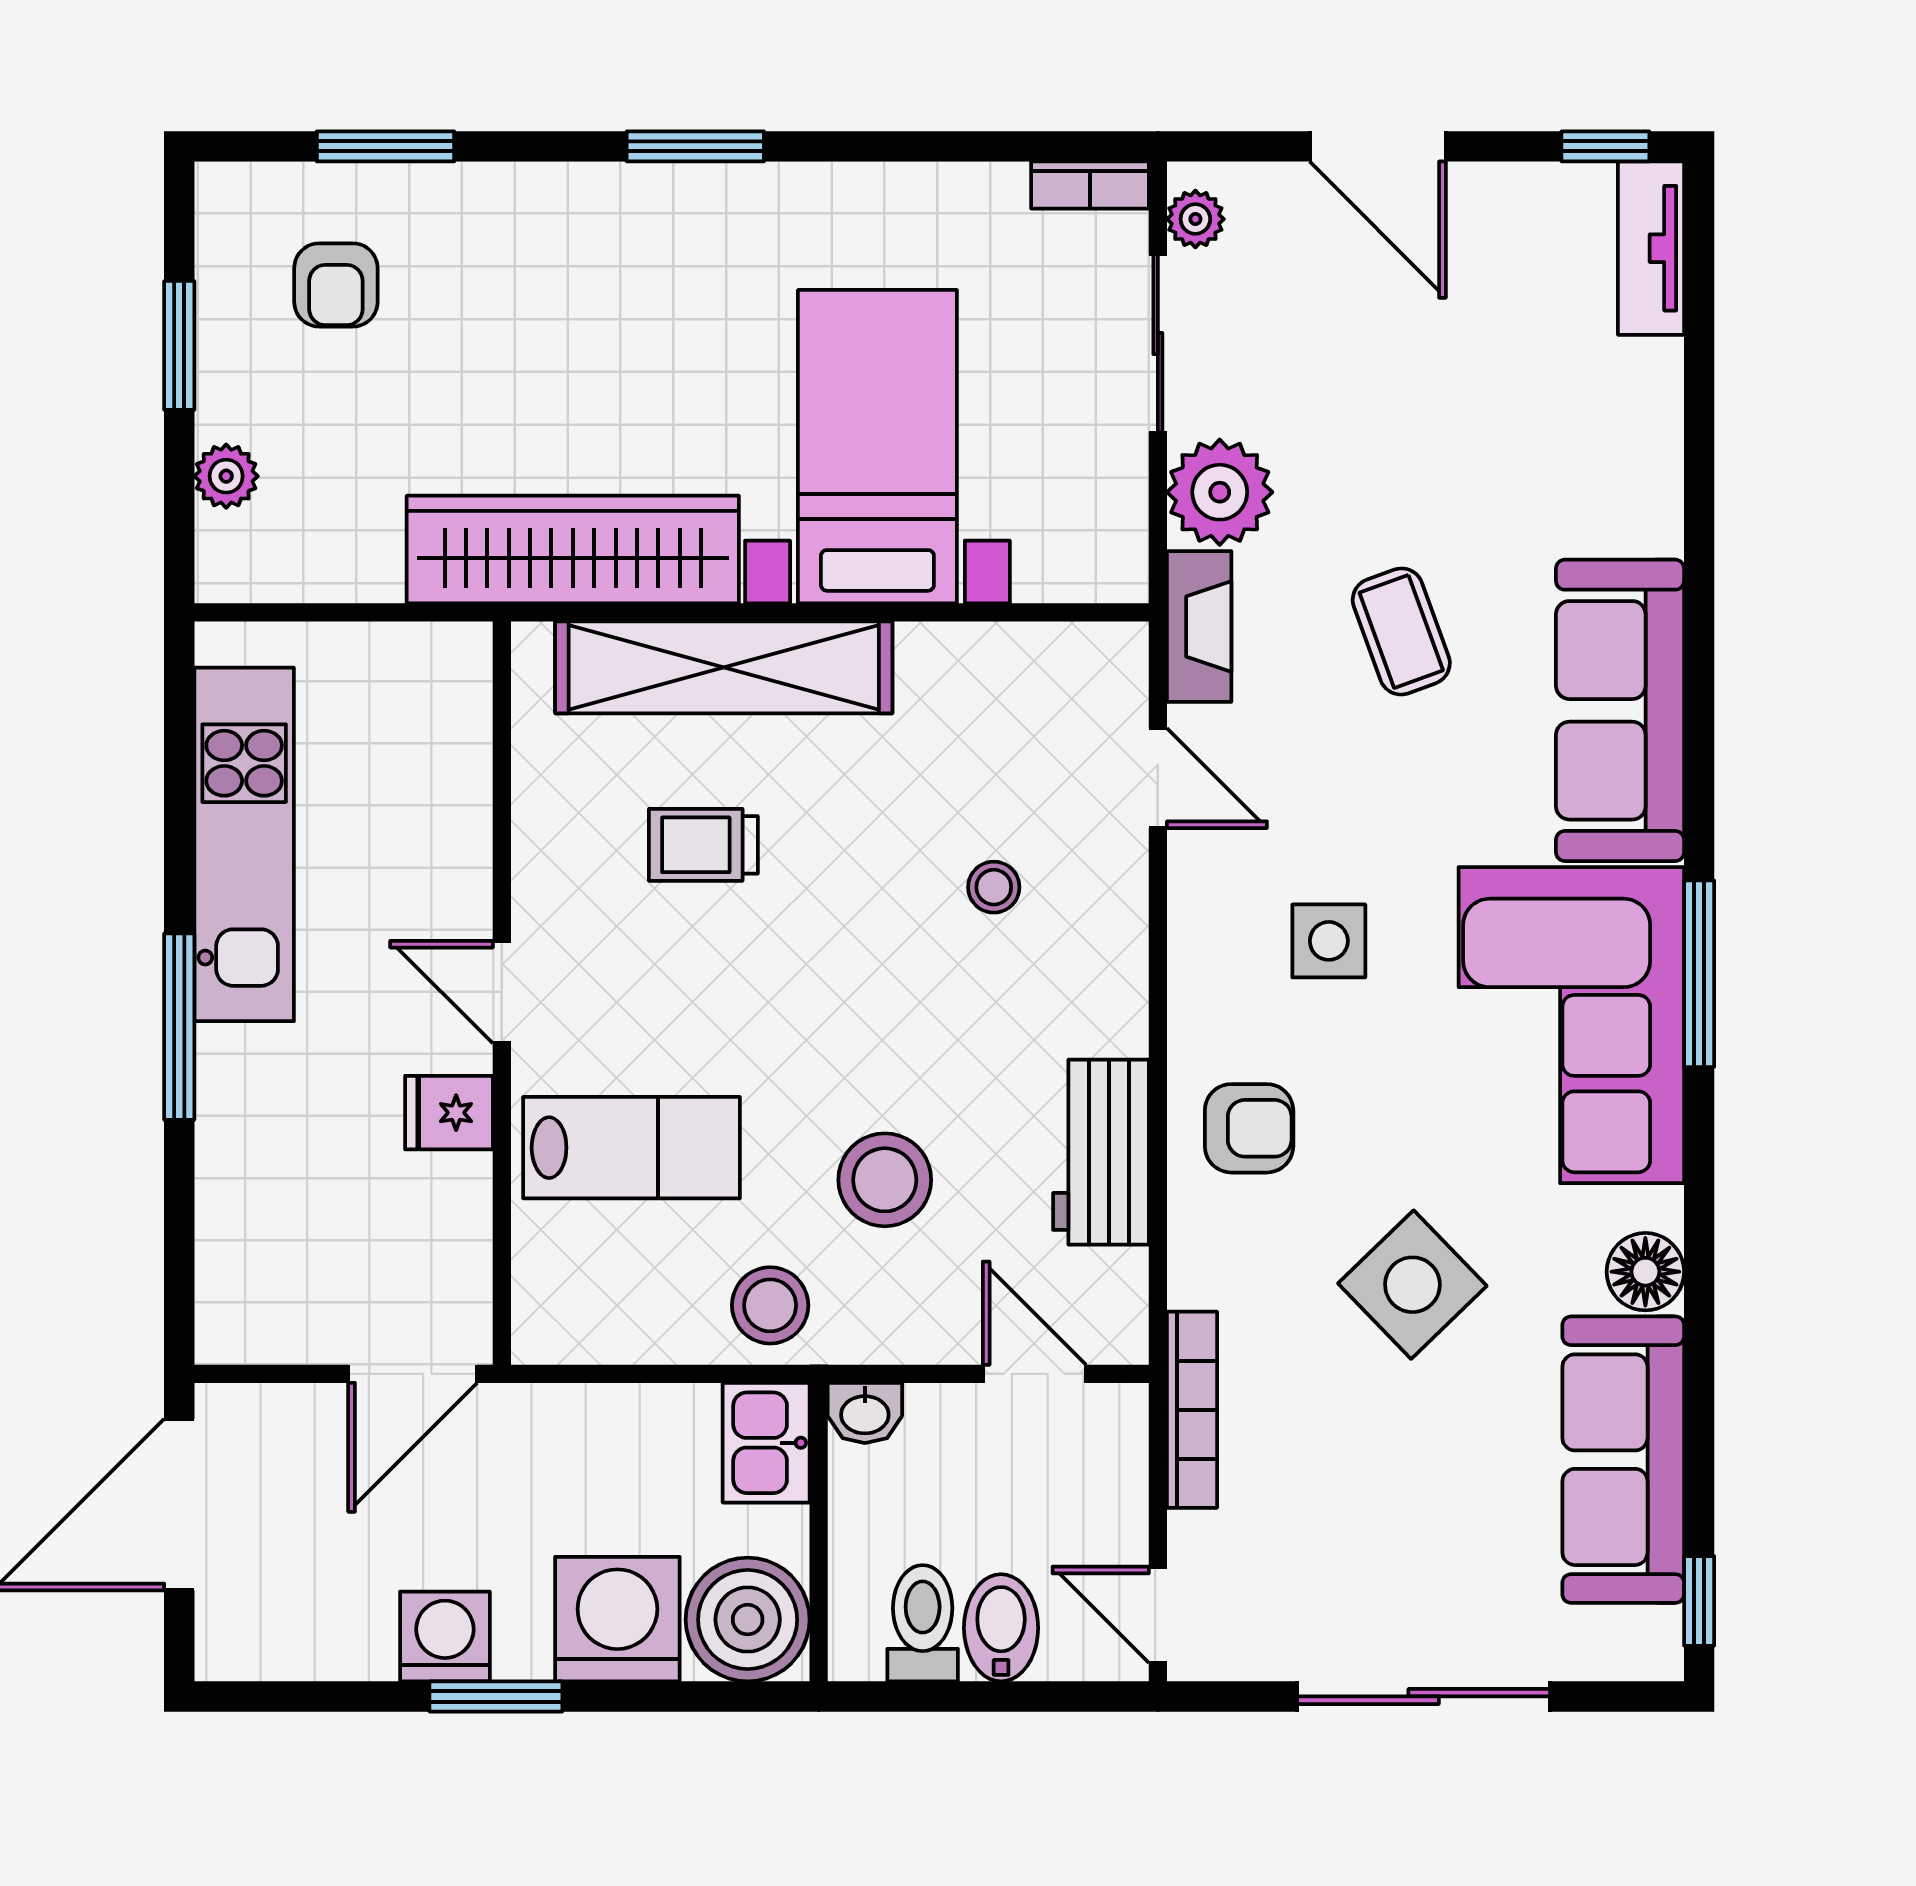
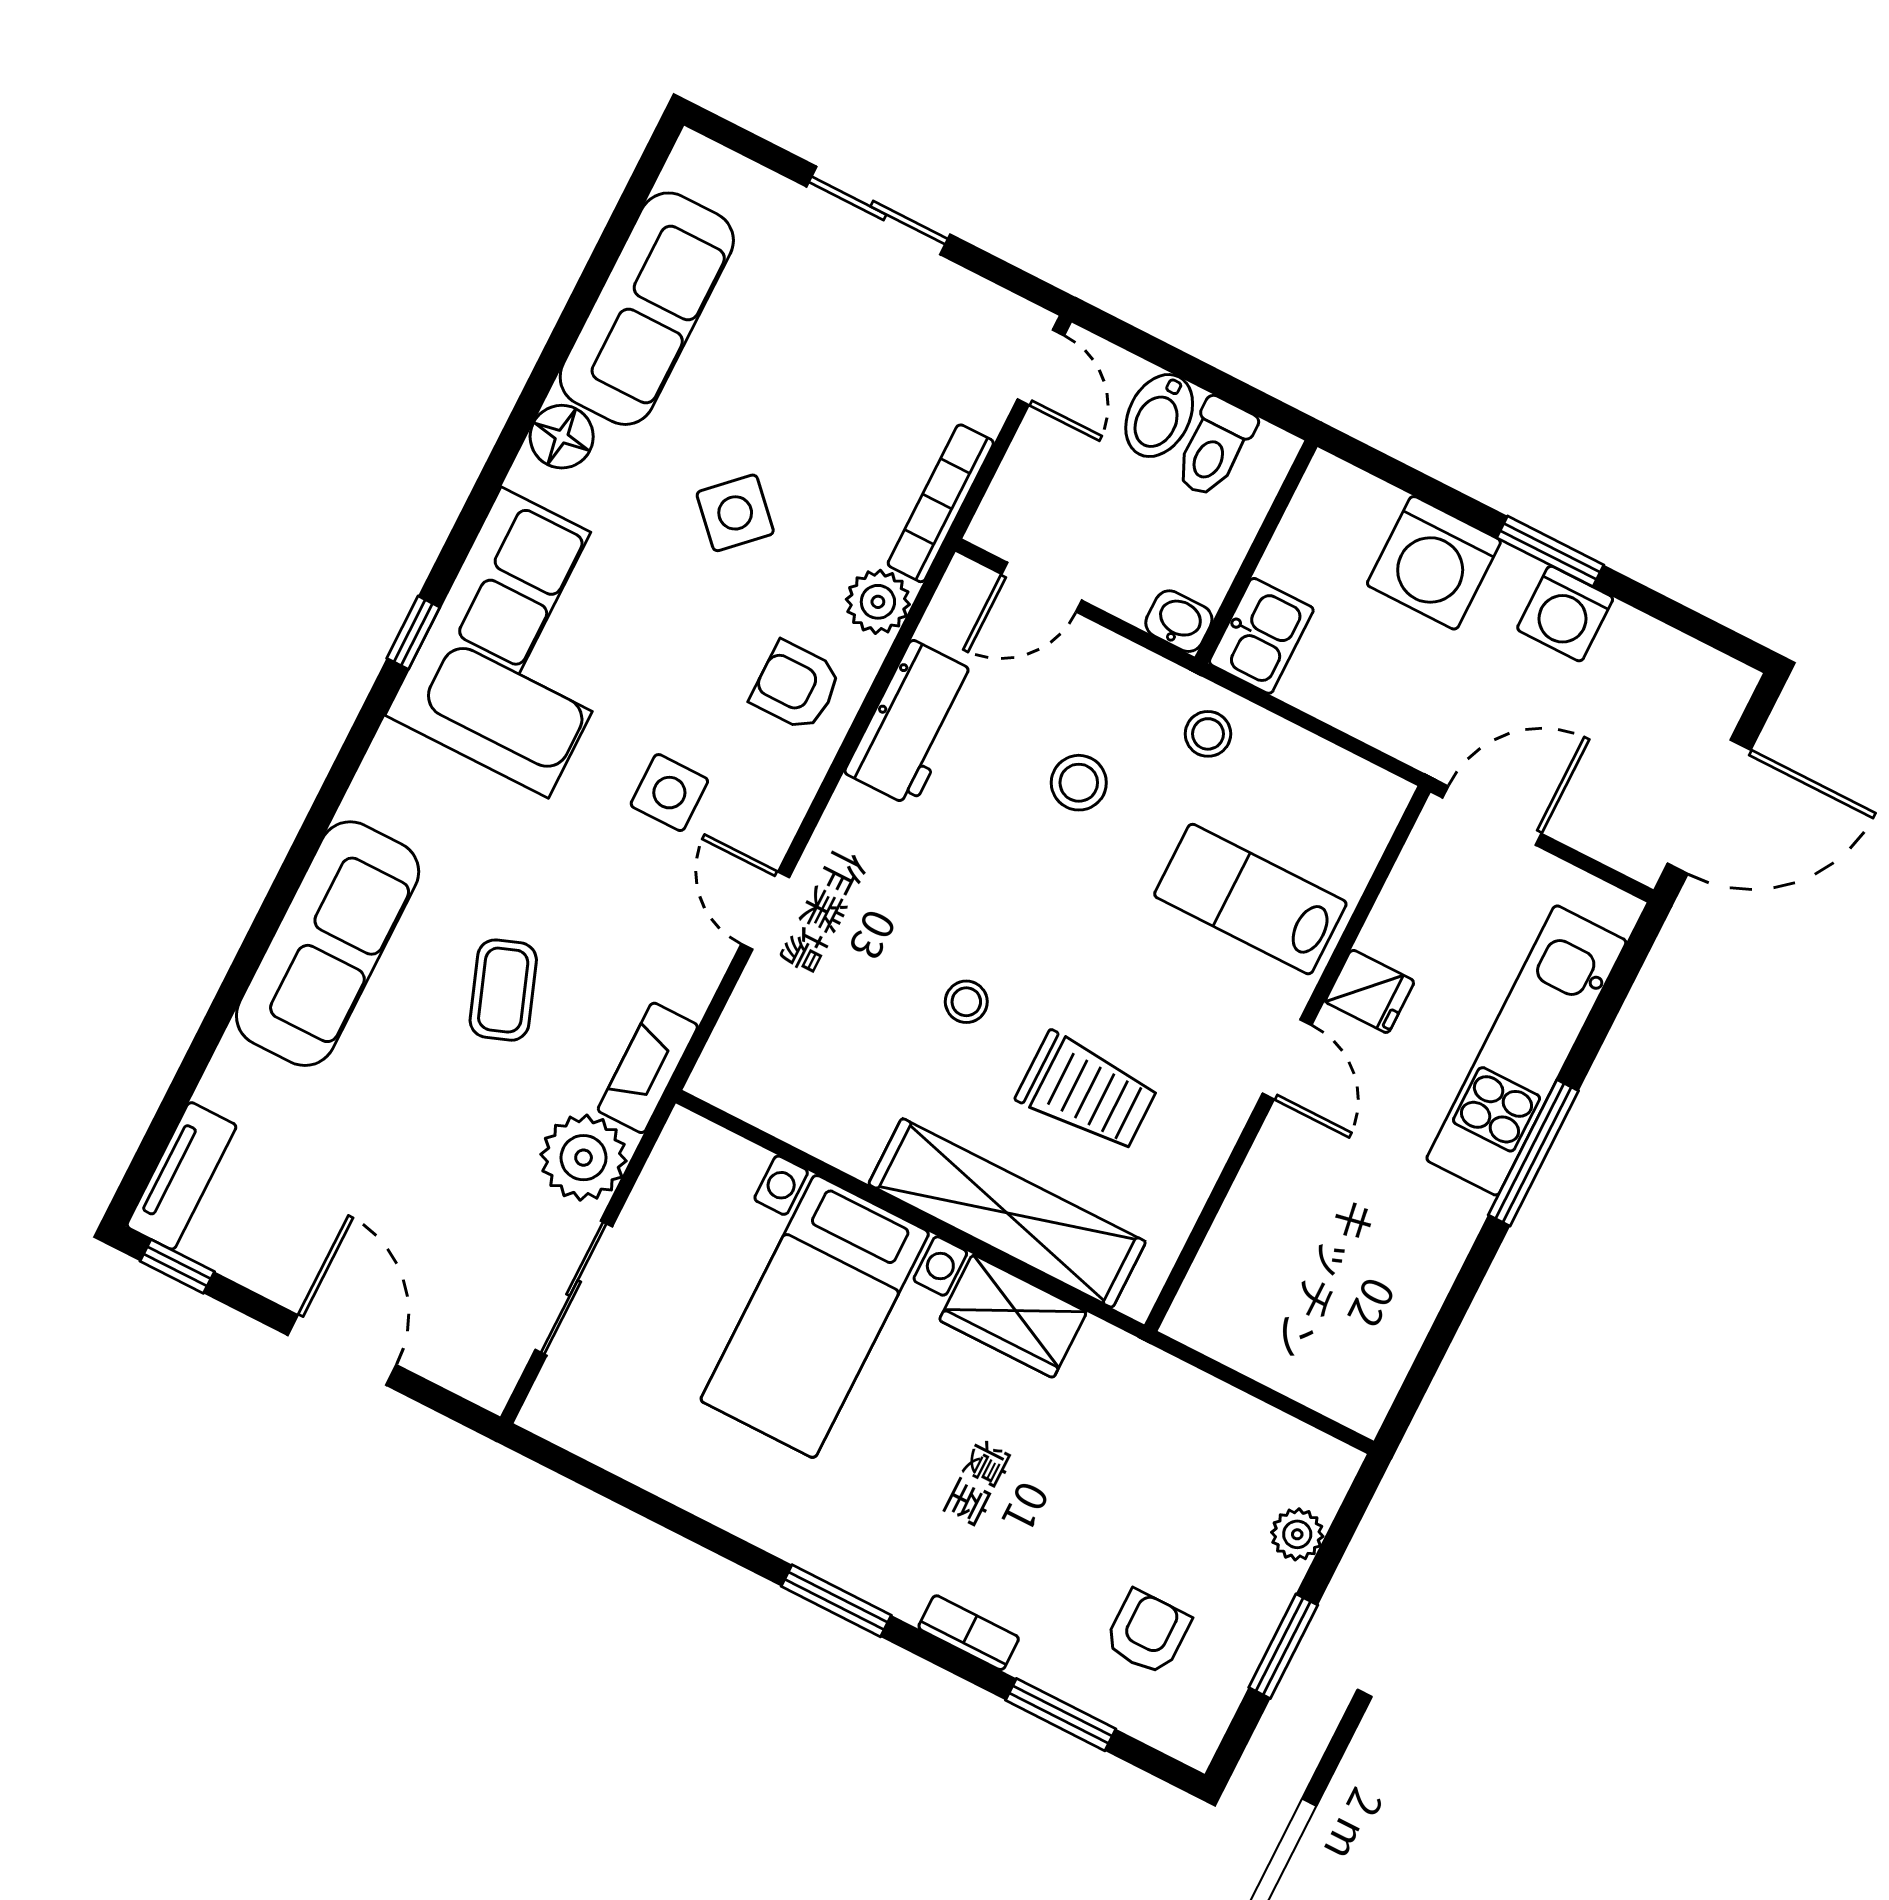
bookcase: (1090, 185) -> (969, 1633), moved
plant: (1195, 219) -> (878, 602), moved, width x1.38, depth x1.38
wardrobe: (573, 549) -> (1013, 1316), width x0.48, depth x0.85
sofa: (1620, 710) -> (328, 944), moved
door: (1158, 778) -> (765, 911), moved
kitchen unit: (244, 844) -> (1526, 1050), moved
trolley: (703, 845) -> (1087, 1092), width x1.36, depth x1.39
stool: (994, 887) -> (966, 1002), moved
window: (1699, 974) -> (413, 633), width x0.46
stool: (885, 1180) -> (1079, 783), width x0.73, depth x0.73
side table: (1412, 1285) -> (735, 513), width x0.73, depth x0.73
stool: (770, 1305) -> (1208, 734), width x0.73, depth x0.73
door: (1034, 1374) -> (1042, 587), hinge flipped
window: (1699, 1601) -> (644, 178), removed
boiler: (748, 1620) -> (1340, 515), removed
sliding door: (1424, 1696) -> (878, 210), width x0.73

